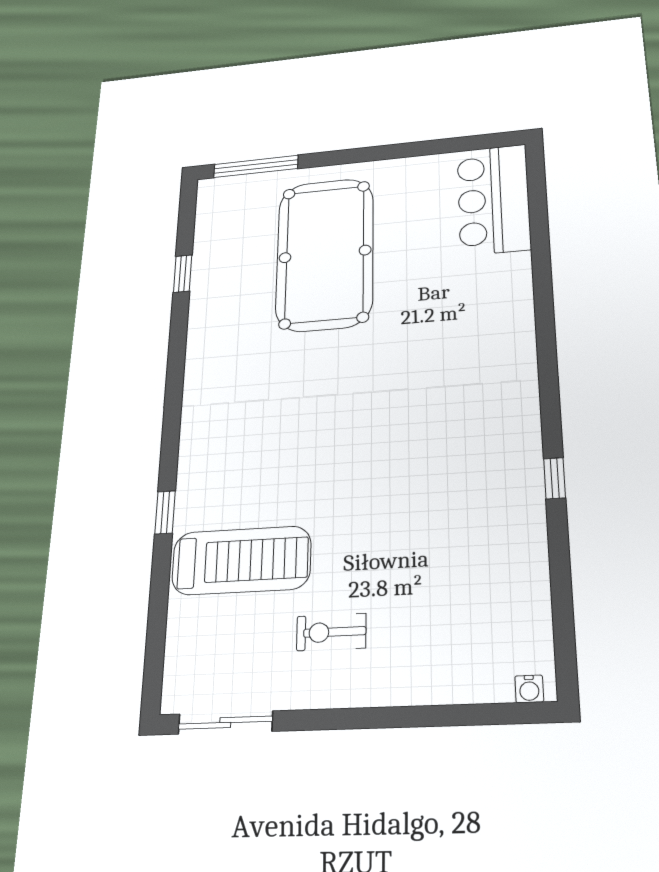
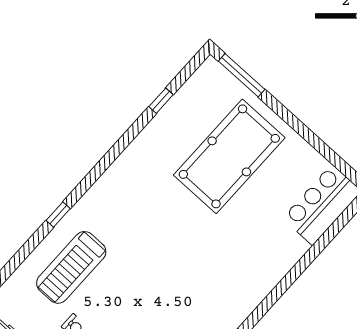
treadmill: (241, 560) -> (71, 267), turned 90

